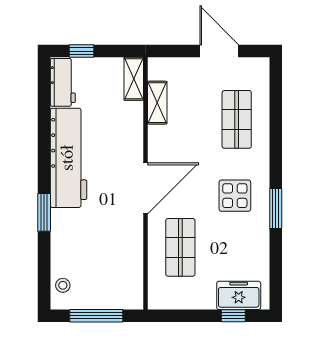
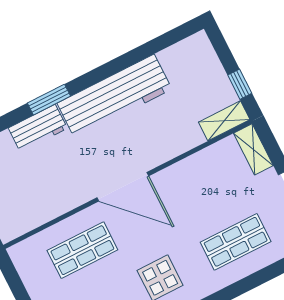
window: (82, 51) -> (240, 84), moved
workbench: (63, 82) -> (38, 128), moved
shelving: (157, 103) -> (253, 149), moved, turned 90

